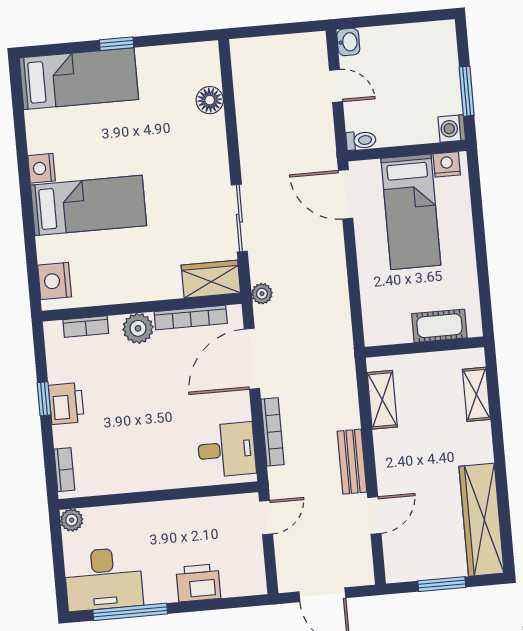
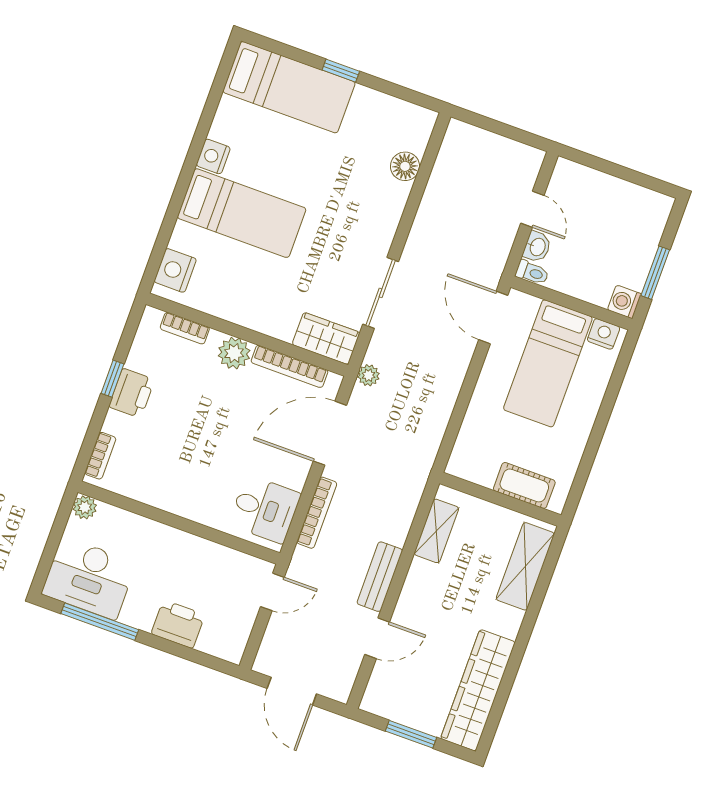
washbasin: (348, 42) -> (537, 247), moved
shelving: (476, 394) -> (525, 566), width x1.50, depth x1.33

